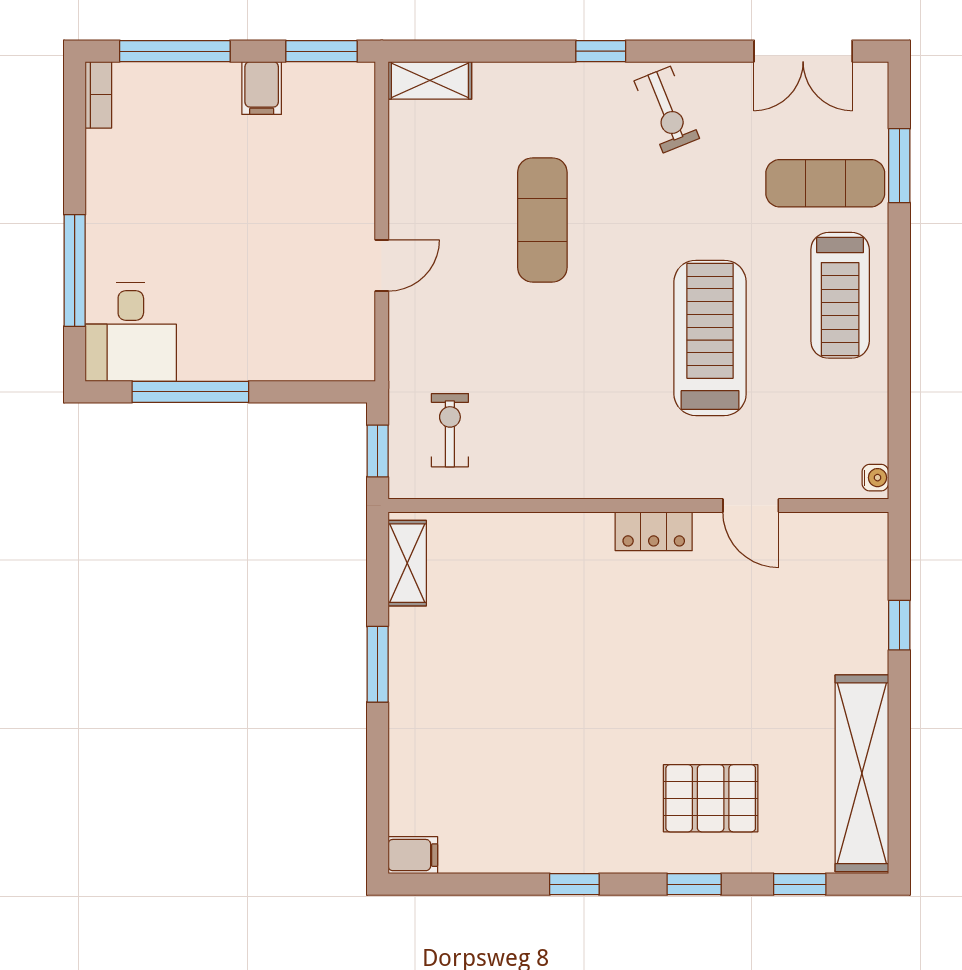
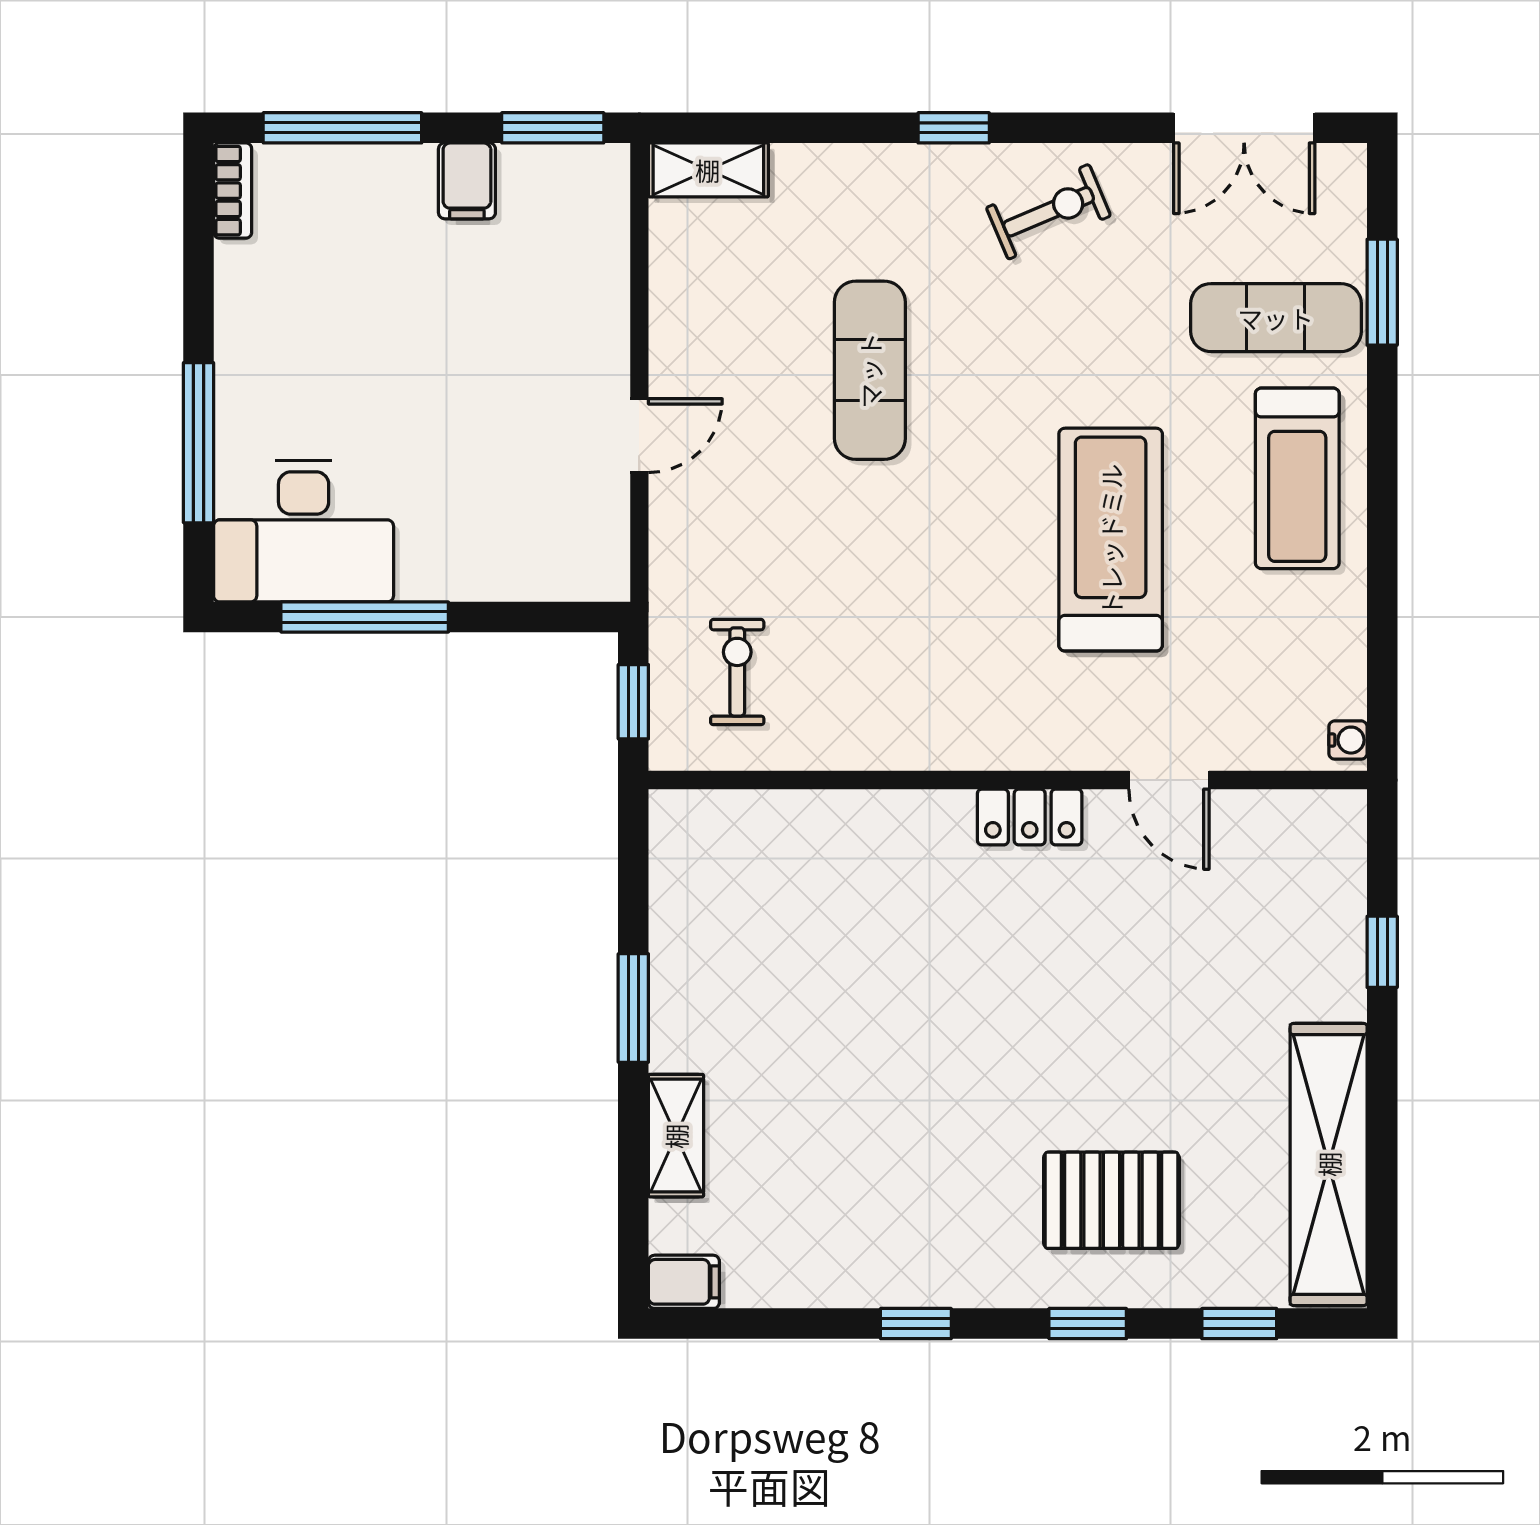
exercise bike: (667, 110) -> (1049, 212), turned -91
desk: (131, 332) -> (304, 531), width x1.37
shelving: (407, 563) -> (676, 1136), moved

